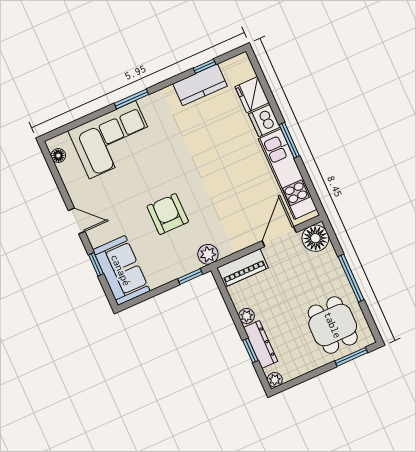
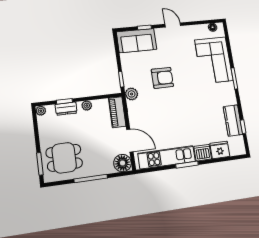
door: (77, 221) -> (173, 25), swing flipped
dresser: (261, 344) -> (66, 109), width x0.70

